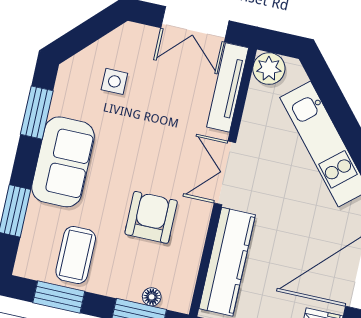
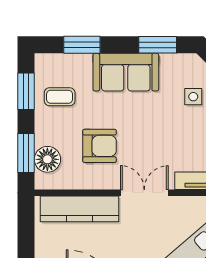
coffee table: (76, 255) -> (60, 97), width x0.73, depth x0.77
floor lamp: (152, 297) -> (47, 159), width x1.89, depth x1.89

